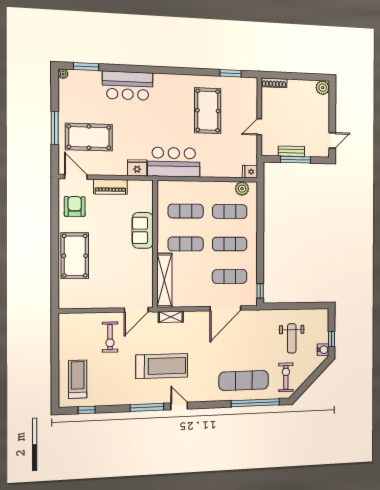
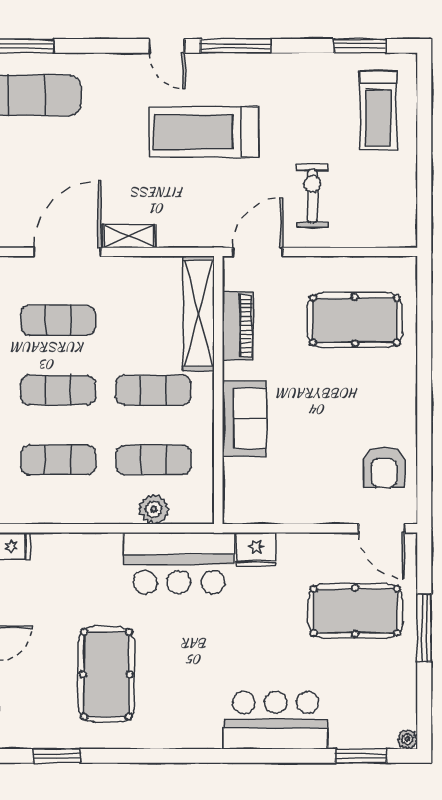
piano: (110, 187) -> (238, 326), moved, turned 90
plant: (242, 189) -> (154, 509), moved
pool table: (75, 256) -> (355, 320), moved, turned 90
shelving: (171, 317) -> (129, 236), moved
window: (87, 410) -> (360, 46), width x1.50

